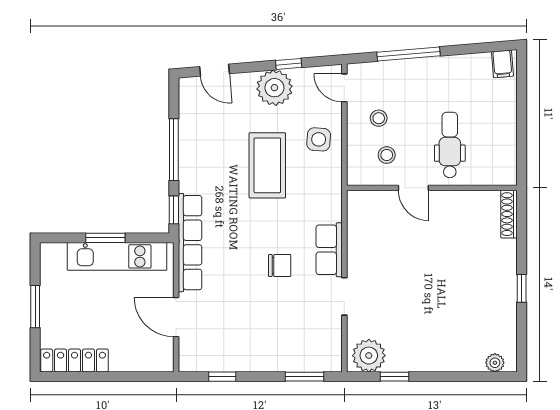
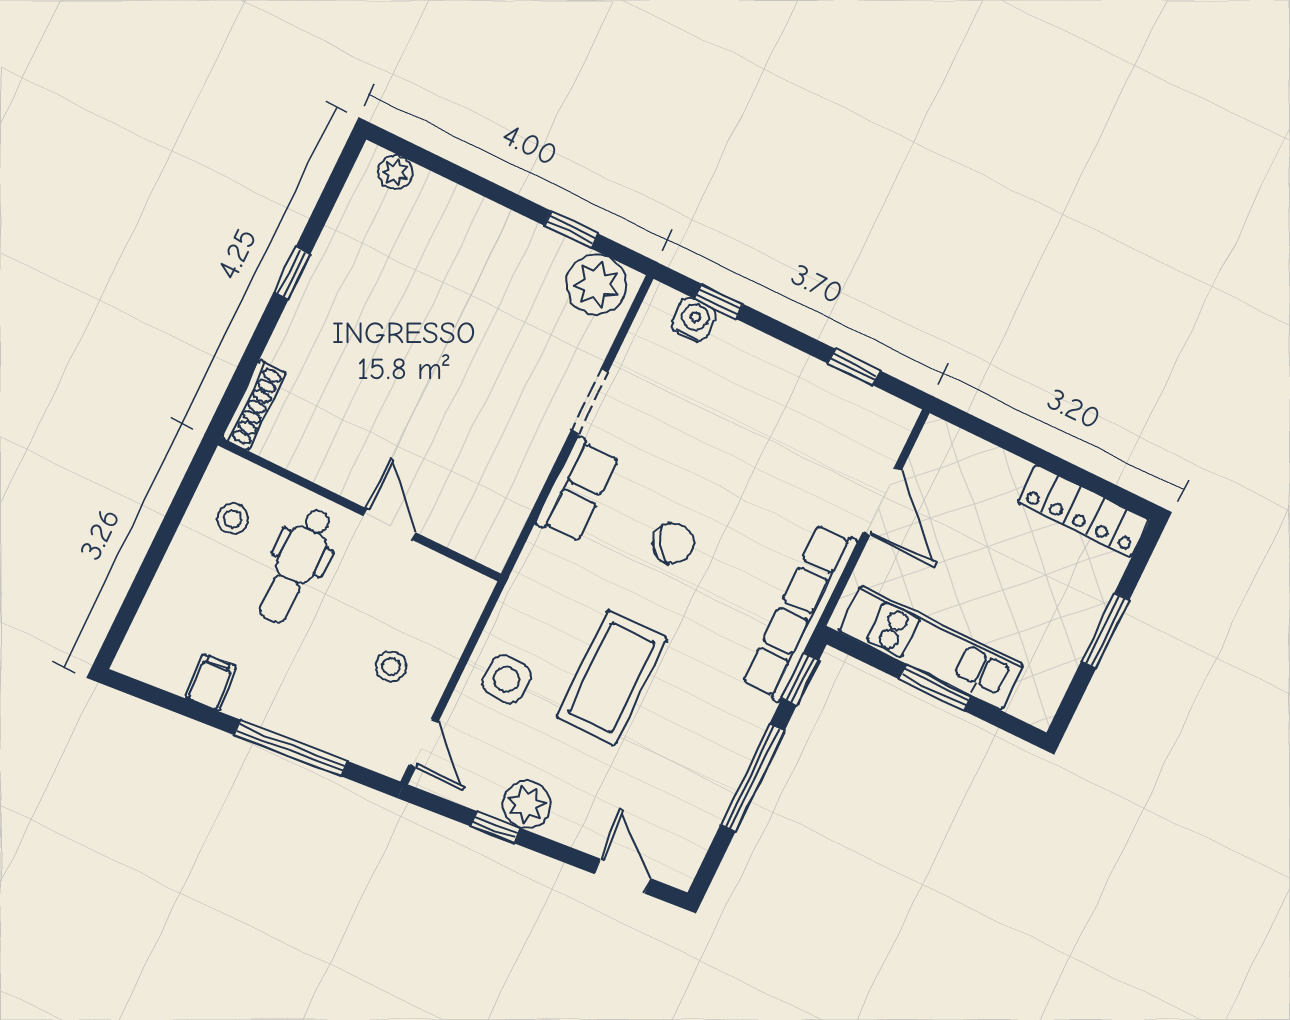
filing cabinet: (502, 64) -> (211, 682), moved
plant: (274, 88) -> (527, 804), width x0.73, depth x0.73
stool: (387, 155) -> (233, 519), moved
chair: (280, 266) -> (673, 543), moved, turned 143
water cooler: (312, 362) -> (694, 320), added
window: (305, 377) -> (719, 301), width x0.67

